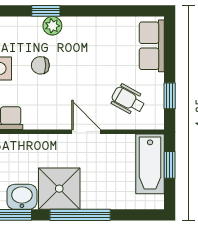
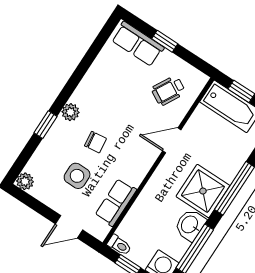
window: (46, 11) -> (45, 125), moved
chair: (40, 65) -> (96, 142), turned -97
window: (170, 96) -> (165, 41), moved

